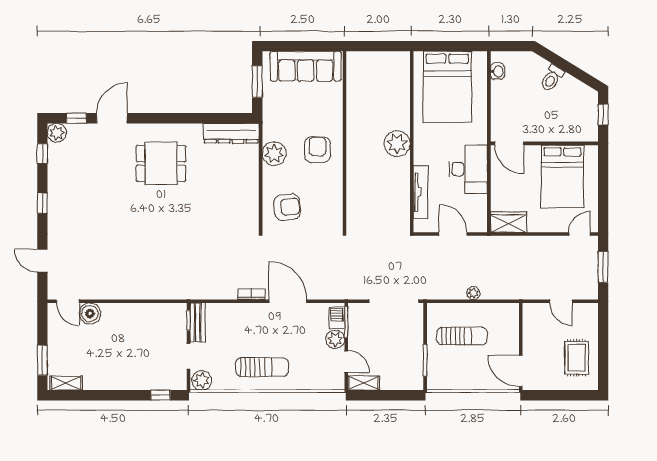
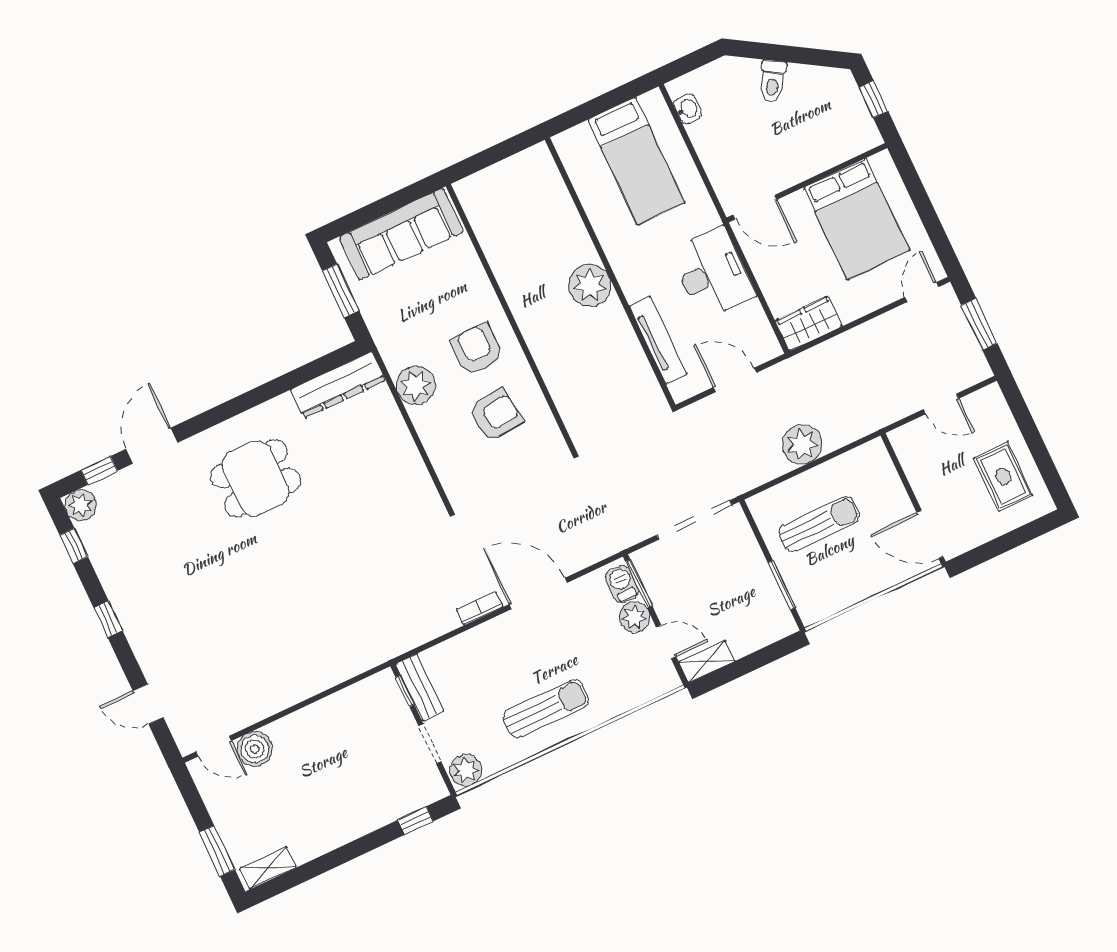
bed: (447, 87) -> (636, 161), width x0.67
armchair: (287, 207) -> (495, 415), moved
plant: (473, 293) -> (802, 444), width x1.87, depth x1.87

